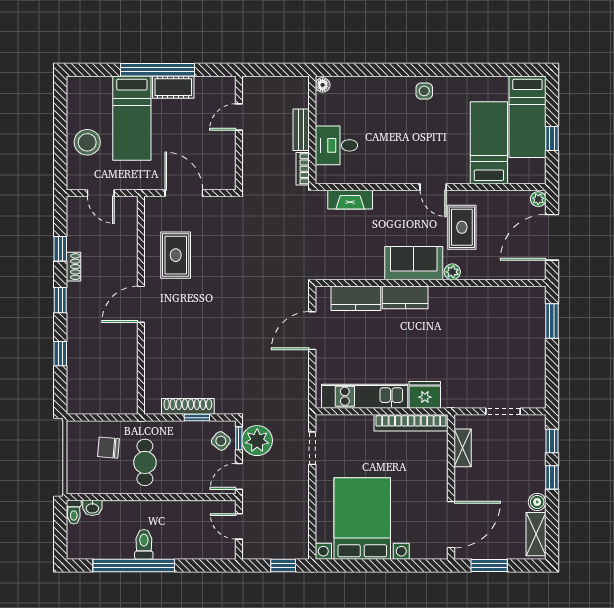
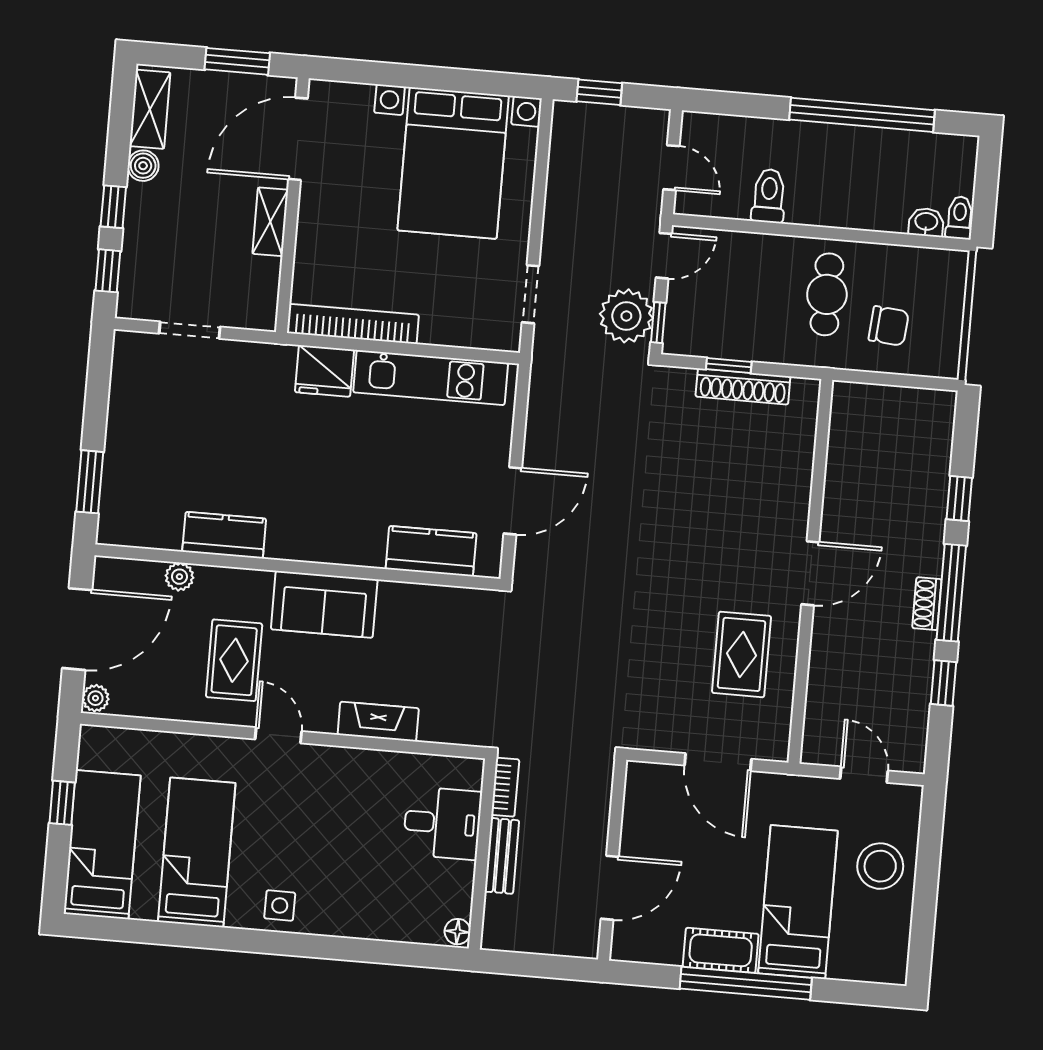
door: (239, 117) -> (610, 888), width x1.38
bed: (489, 143) -> (197, 852), moved, turned 180
fireplace: (350, 200) -> (378, 722), moved
shoe rack: (74, 267) -> (927, 604), moved
plant: (452, 272) -> (179, 577), moved
kitchen counter: (405, 297) -> (224, 535), moved
window: (60, 300) -> (951, 593), width x2.17
side table: (221, 441) -> (690, 321), removed
shelving: (463, 448) -> (270, 222), moved
toilet: (144, 544) -> (769, 196), moved, turned 180

